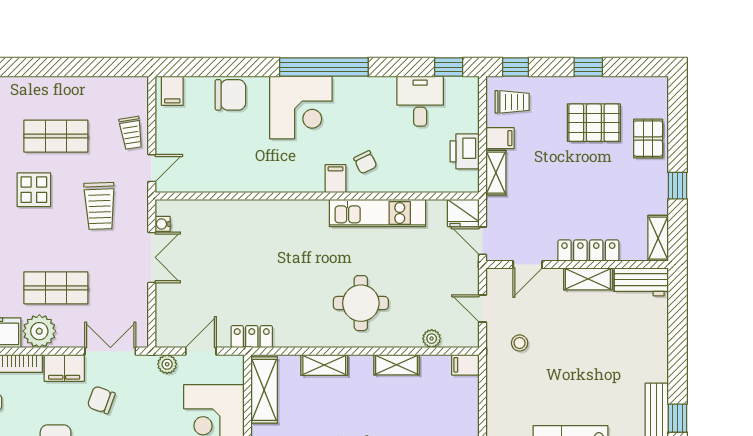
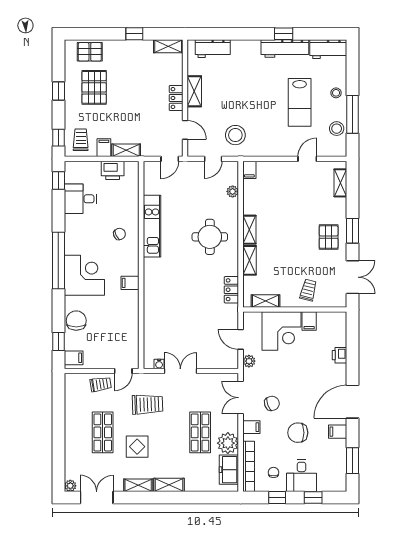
window: (198, 67) -> (58, 342), added
pallet: (648, 139) -> (90, 52), moved
door: (152, 168) -> (123, 371), swing flipped
filing cabinet: (336, 179) -> (130, 283), moved
fridge: (463, 213) -> (152, 171), removed
locker: (588, 250) -> (176, 98), width x0.66
workbench: (641, 282) -> (213, 49), moved, turned 90
locker: (252, 337) -> (231, 290), moved
stool: (520, 343) -> (235, 135), width x1.89, depth x1.89
shelving: (396, 365) -> (249, 230), moved
filing cabinet: (64, 368) -> (251, 427), width x0.50
shelving: (264, 390) -> (265, 301), width x0.67, depth x0.75
chair: (101, 400) -> (272, 403), turned -130

